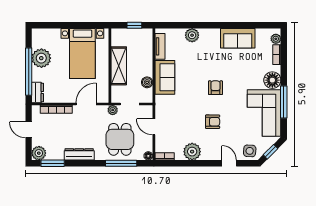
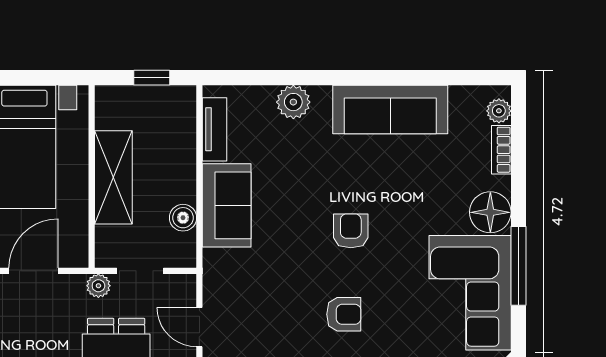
sofa: (238, 38) -> (390, 110), width x1.36

